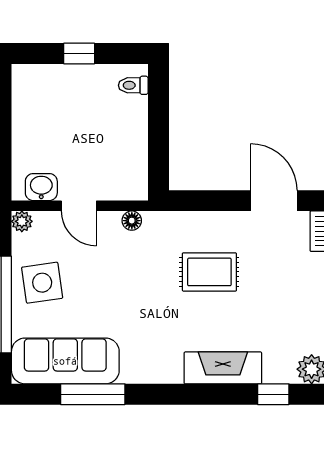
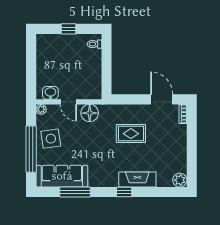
floor lamp: (132, 221) -> (90, 113), width x1.89, depth x1.89
window: (273, 394) -> (124, 192), moved

